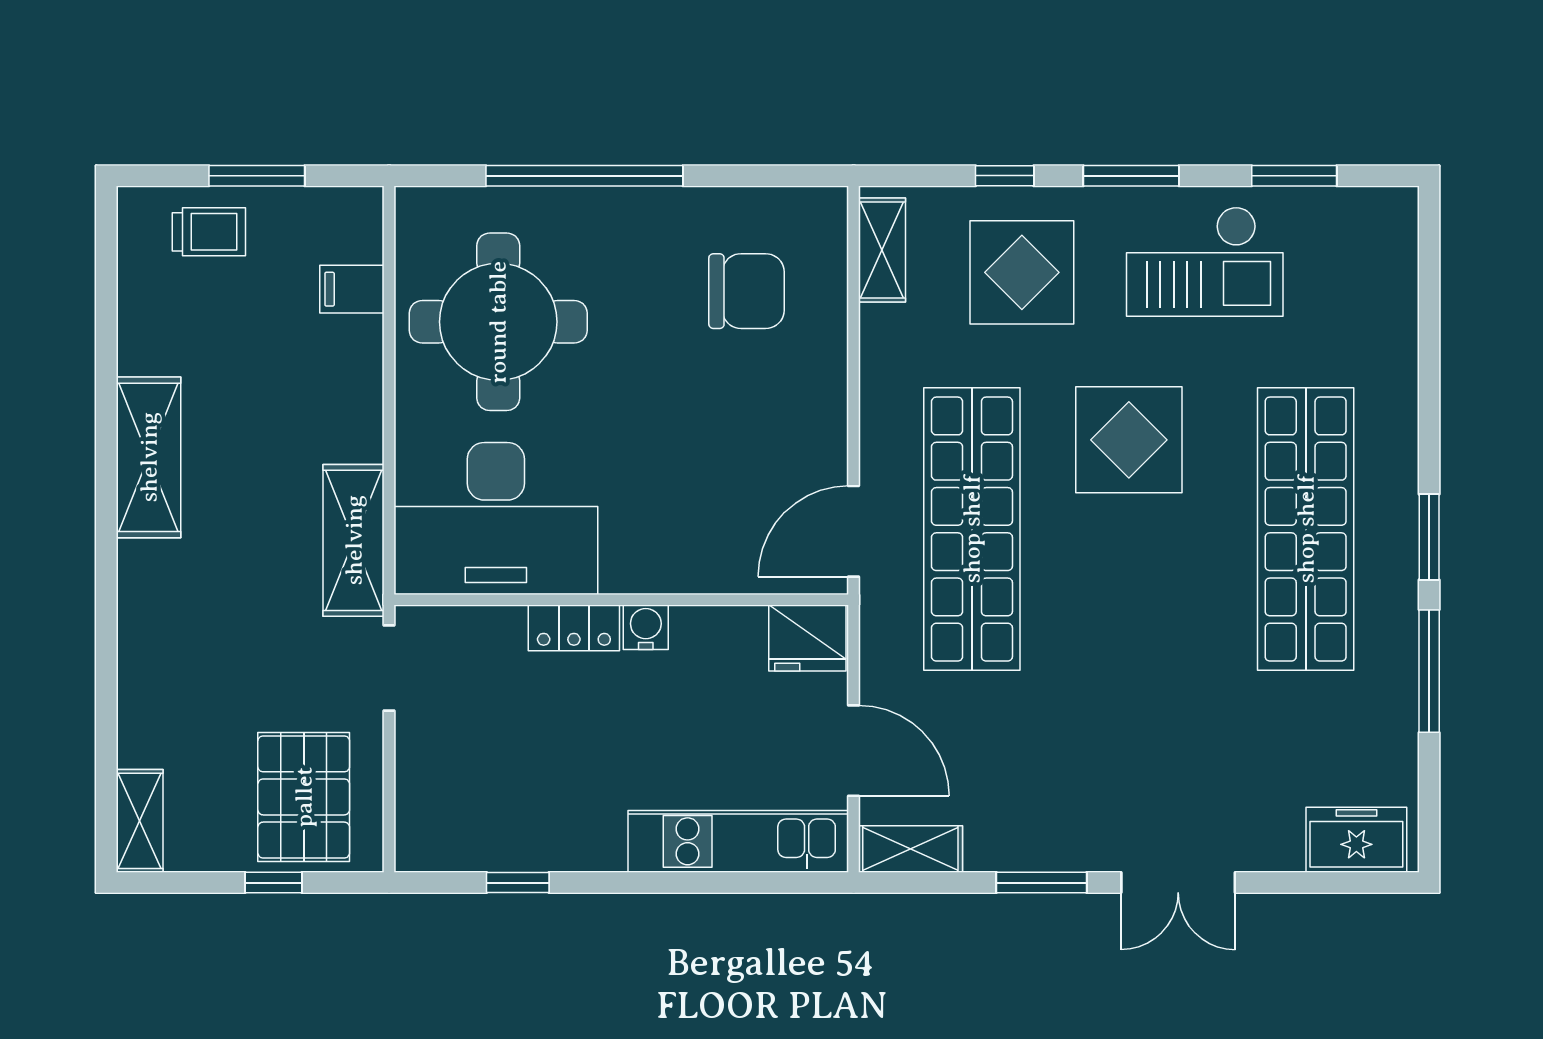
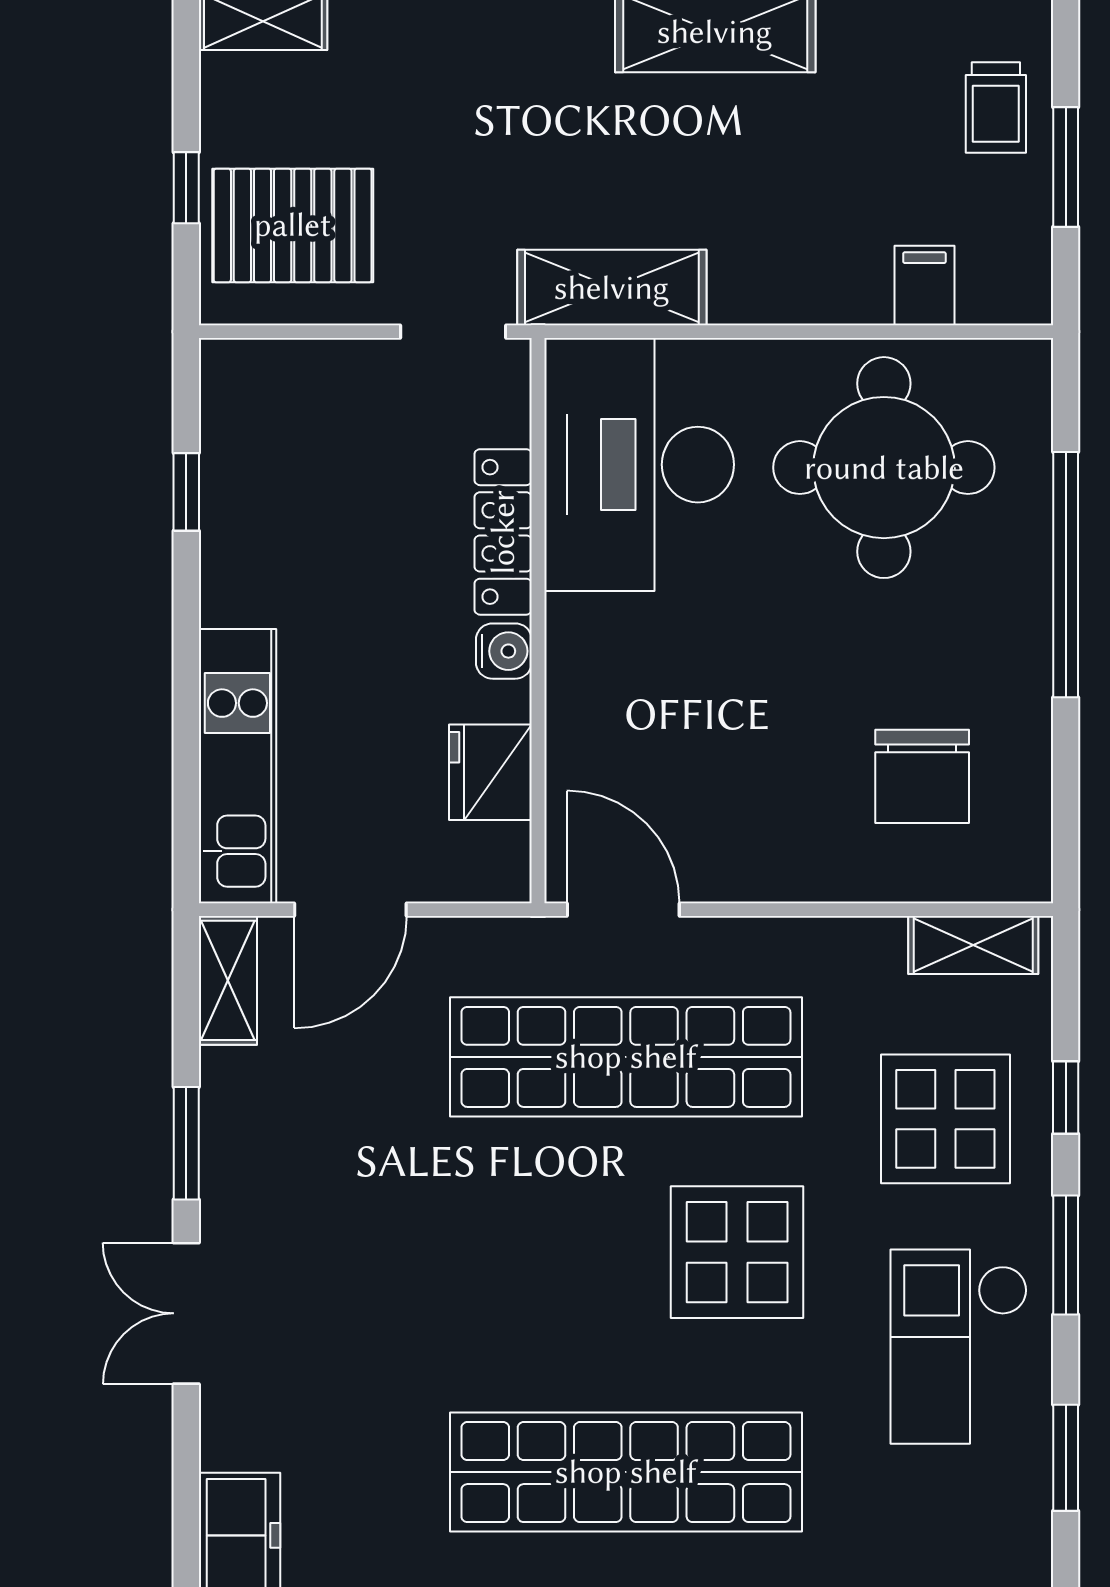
locker: (574, 628) -> (503, 532), width x1.53
fridge: (807, 638) -> (490, 772), moved

